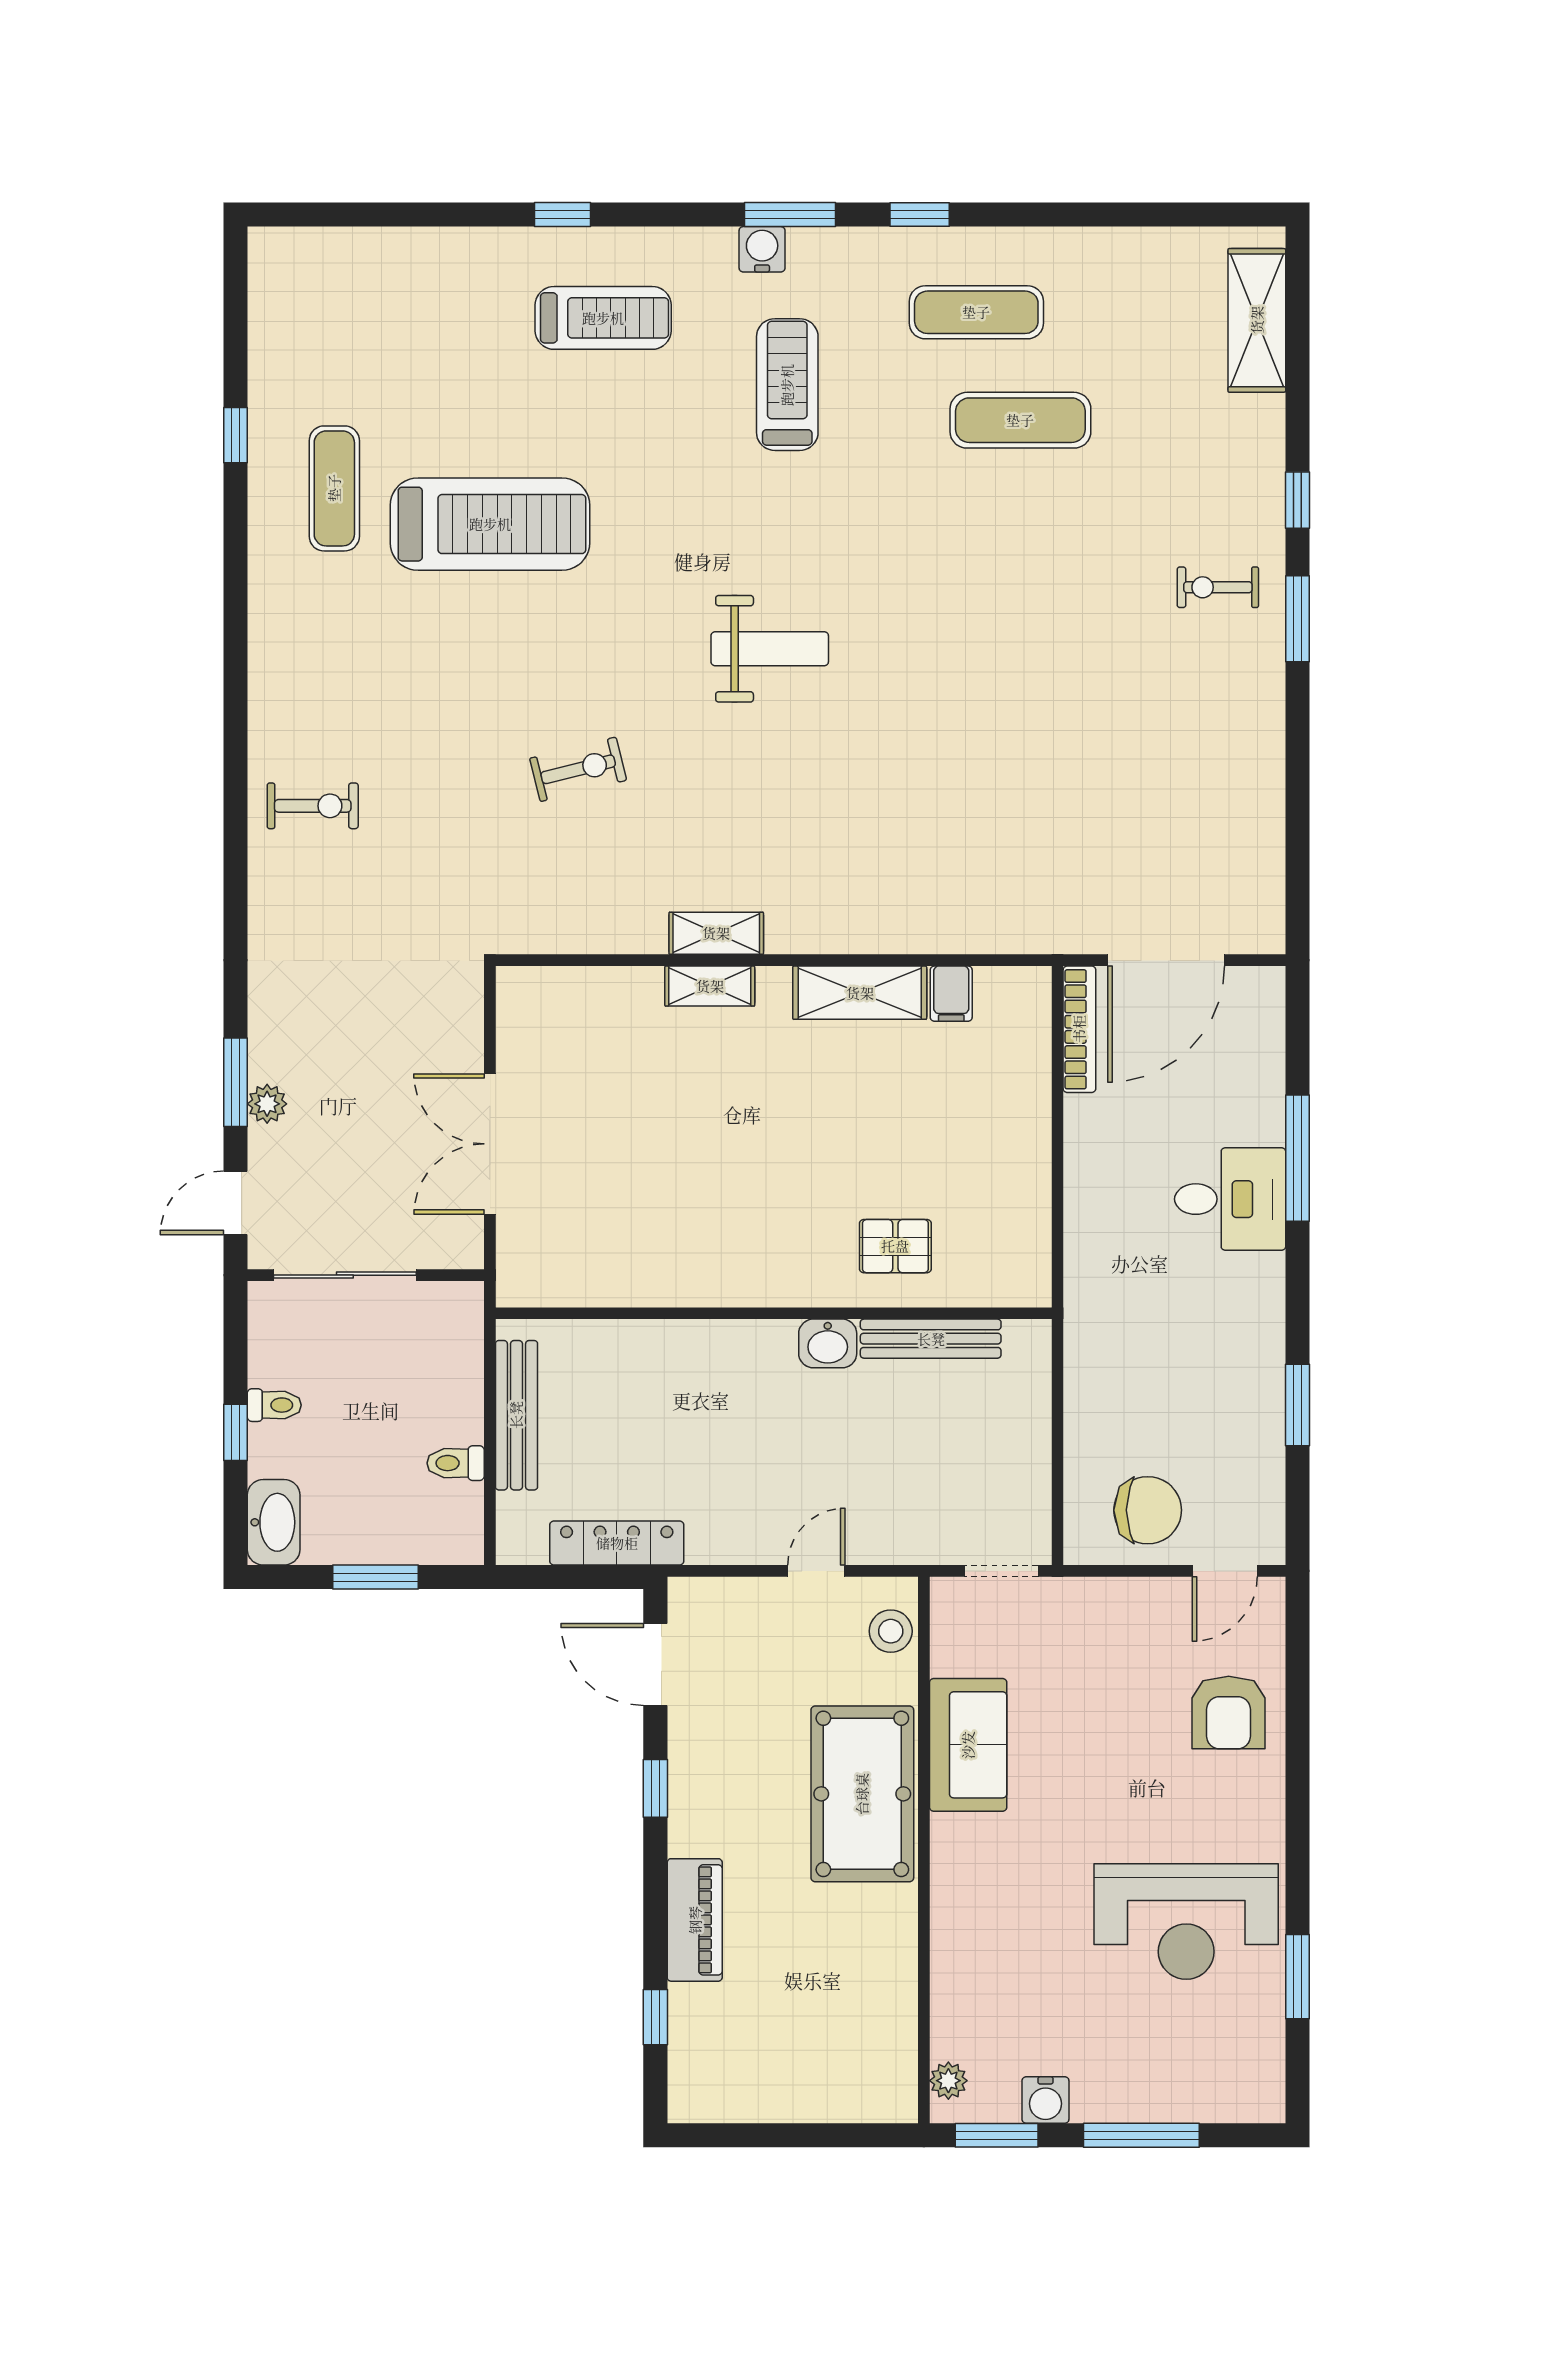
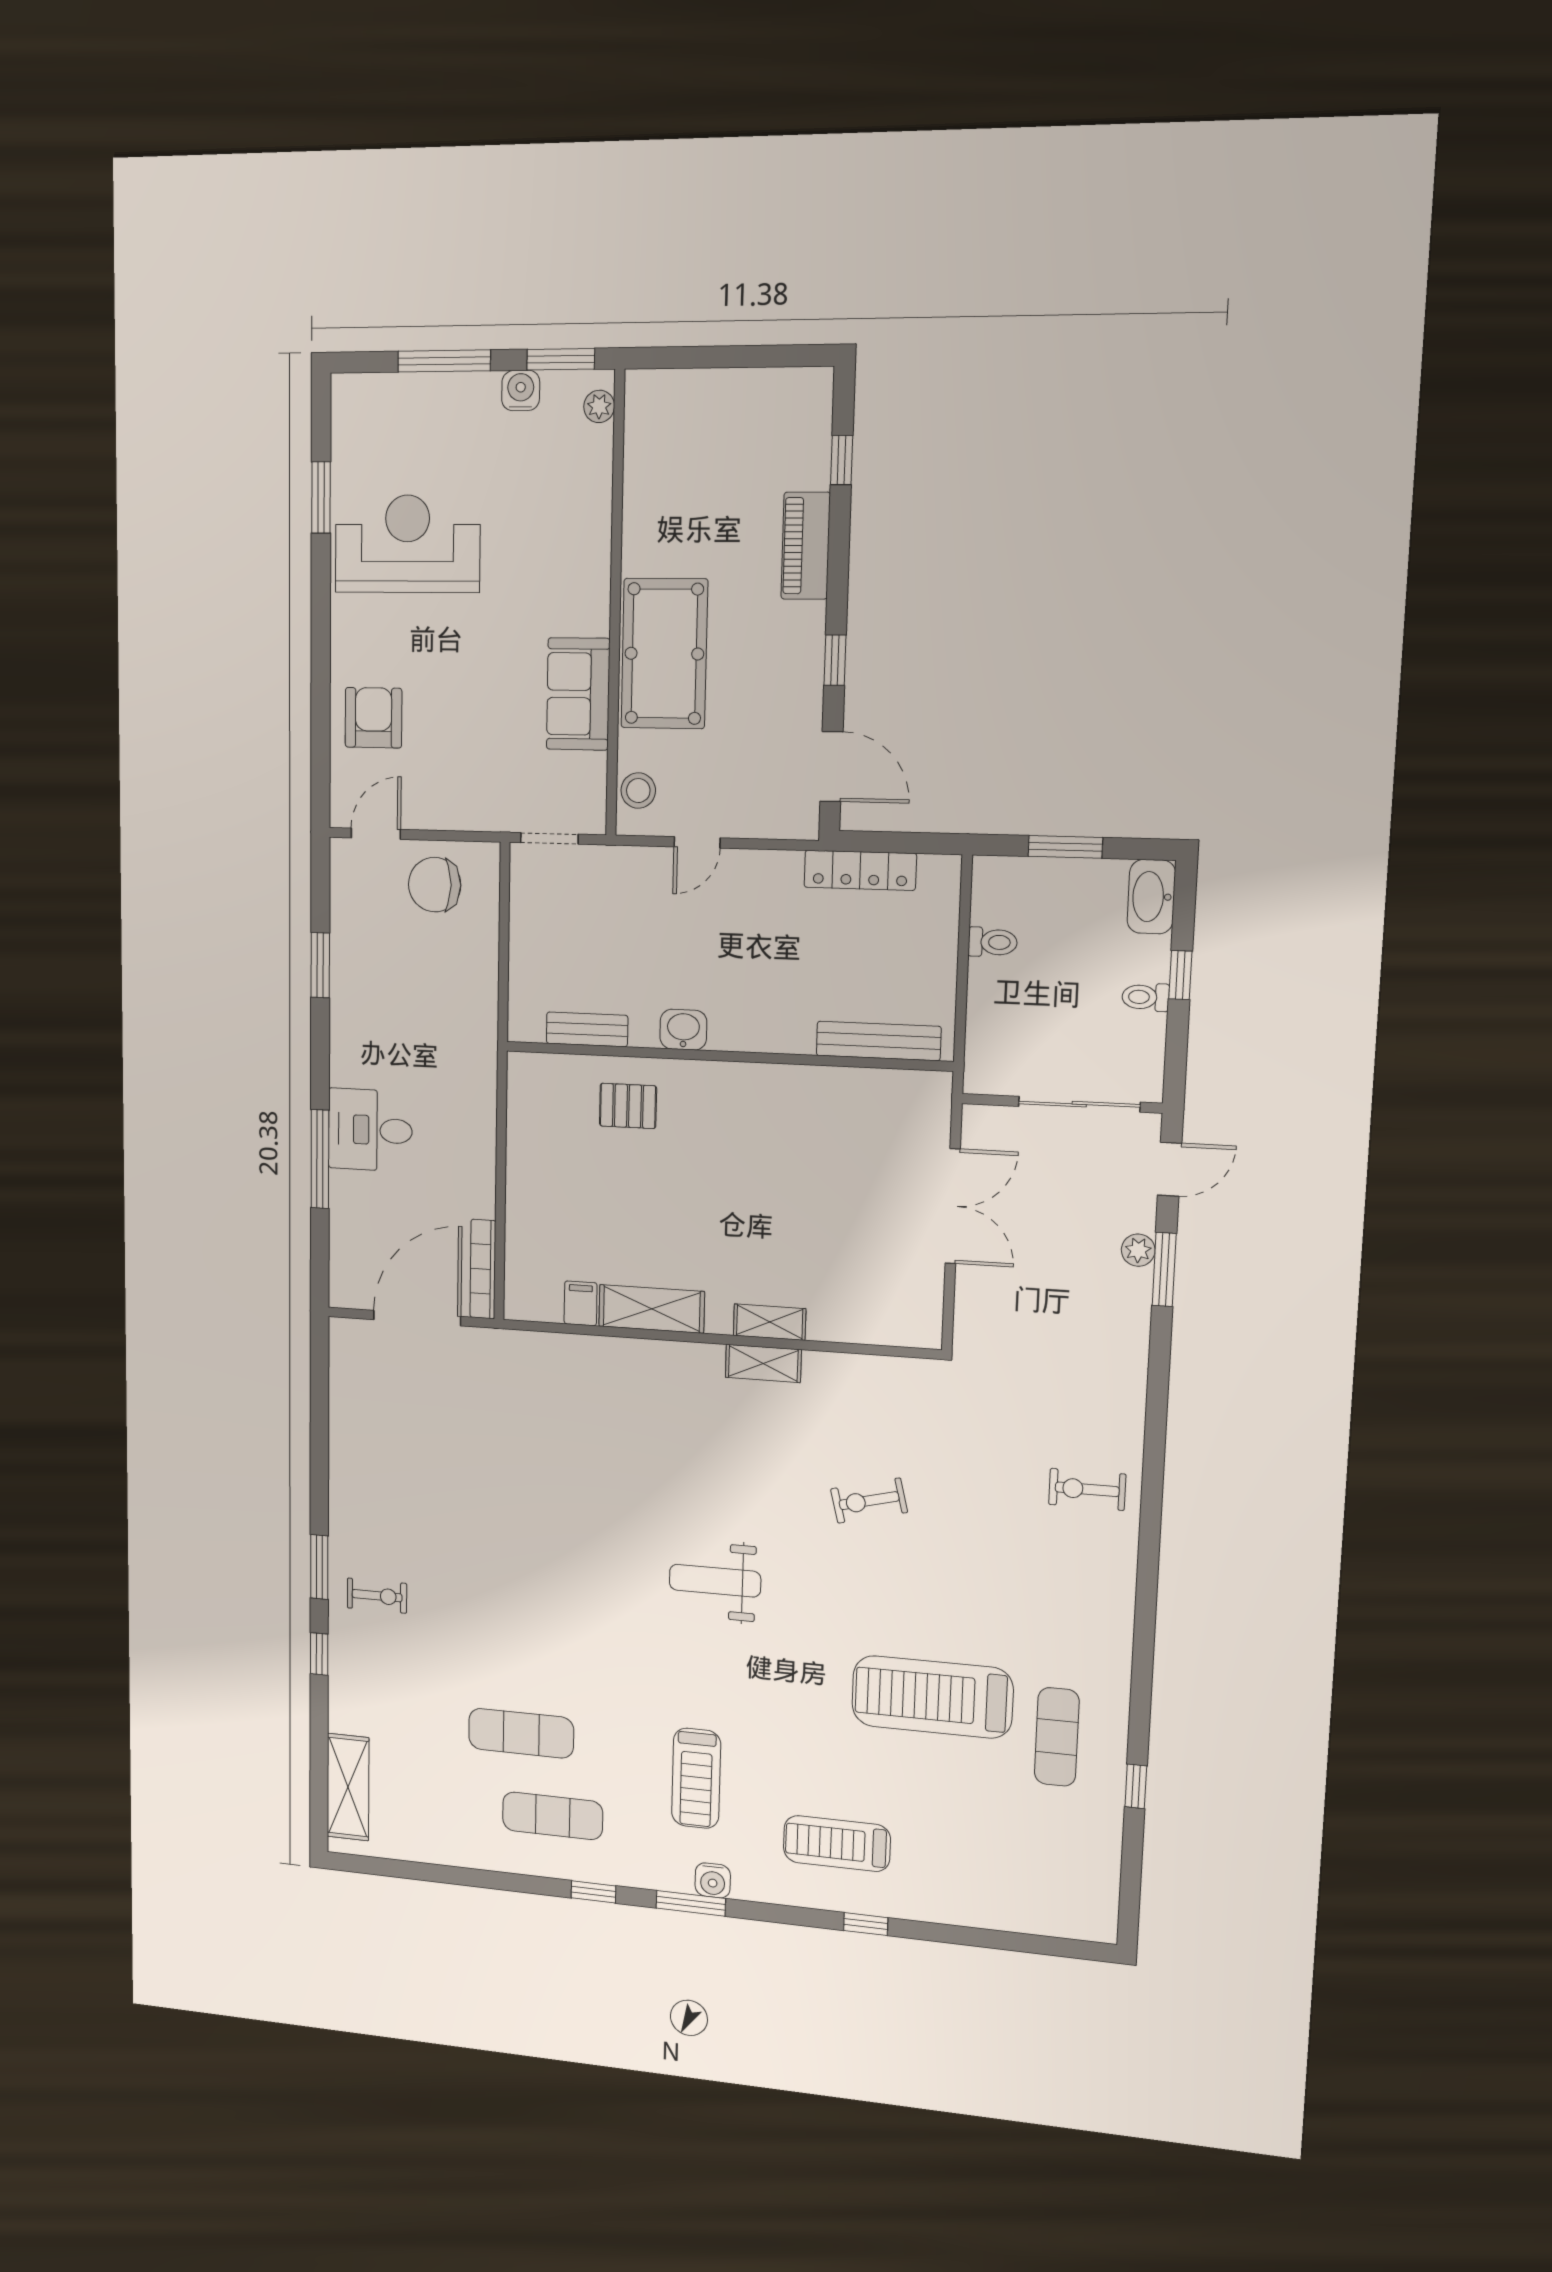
bench: (931, 1339) -> (587, 1029), width x0.73
bench: (516, 1415) -> (879, 1041), moved, turned 90

